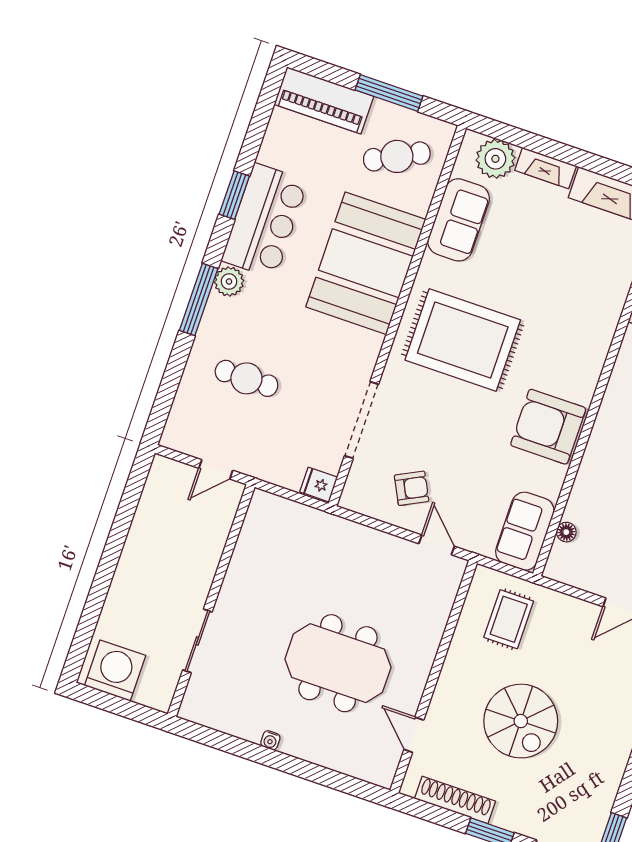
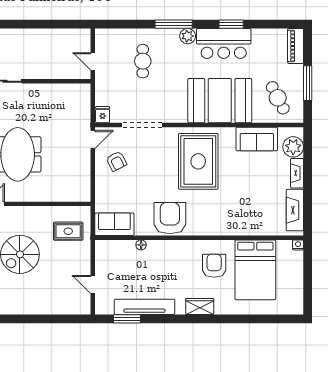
piano: (324, 100) -> (296, 46), width x0.73, depth x0.75
floor lamp: (566, 532) -> (141, 245), moved
door: (437, 545) -> (93, 140), moved

